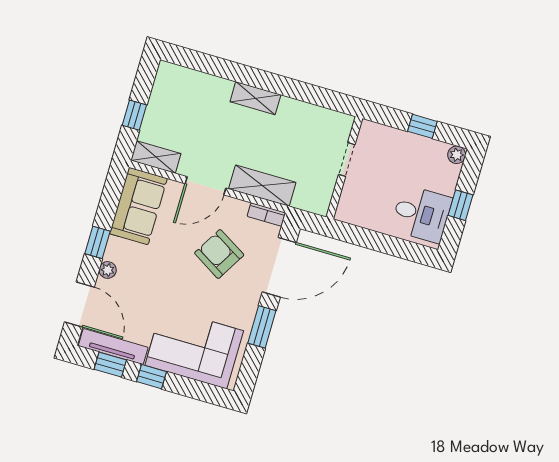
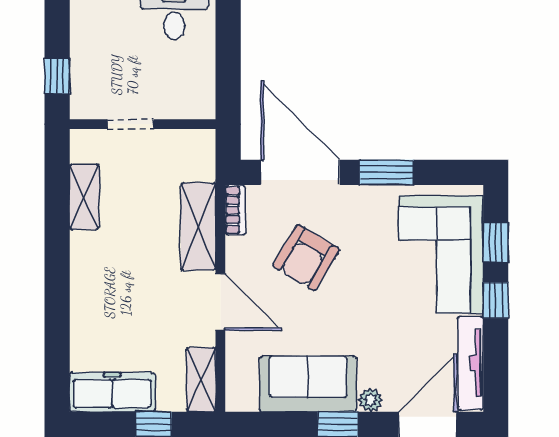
freezer: (165, 93) -> (112, 392), added
shelving: (255, 98) -> (84, 197), moved
window: (422, 126) -> (57, 76), moved
sofa: (138, 206) -> (308, 384), moved
window: (110, 365) -> (496, 242), moved

